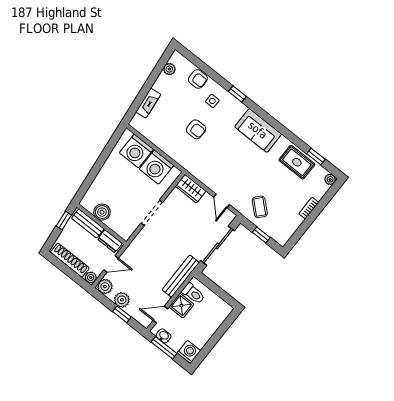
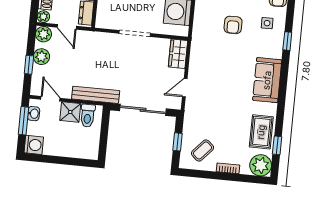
plant: (330, 179) -> (261, 165), width x1.88, depth x1.88
coffee table: (260, 207) -> (202, 150), moved

